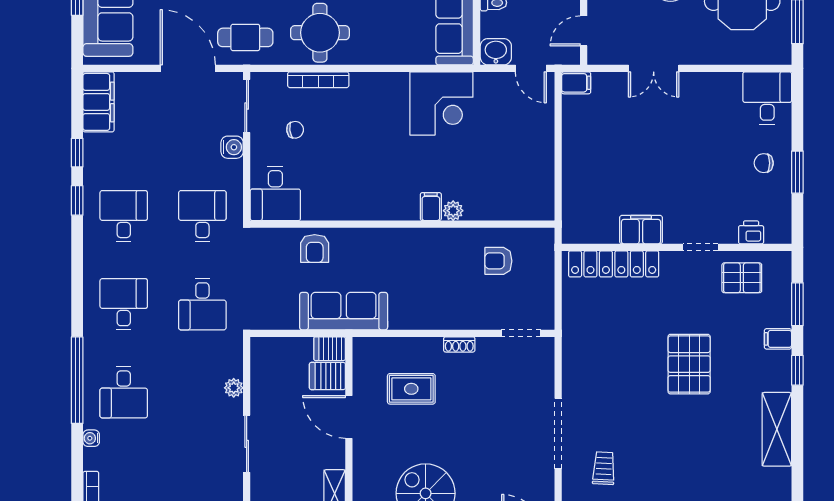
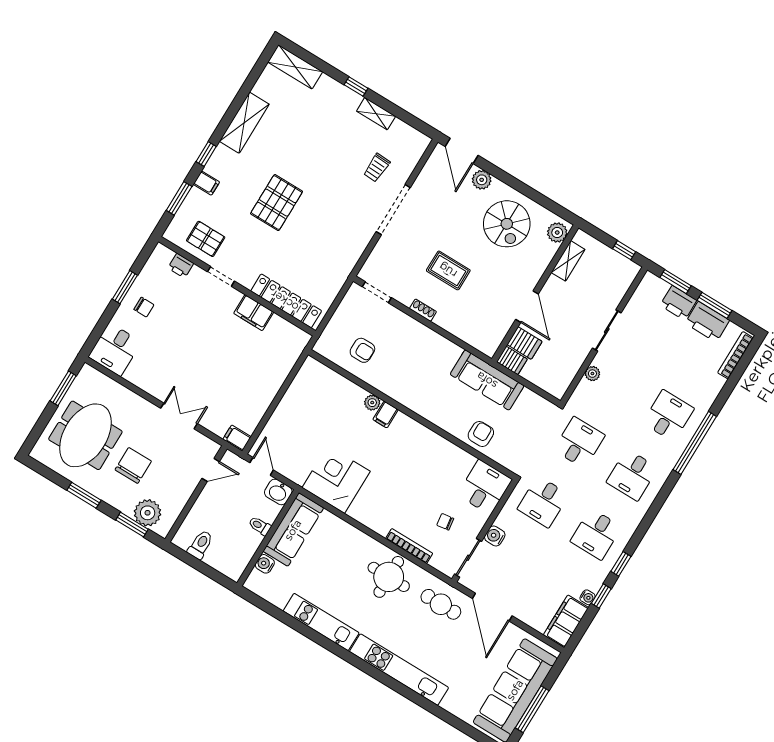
rug: (411, 389) -> (448, 270), moved
water cooler: (91, 438) -> (587, 597), moved

